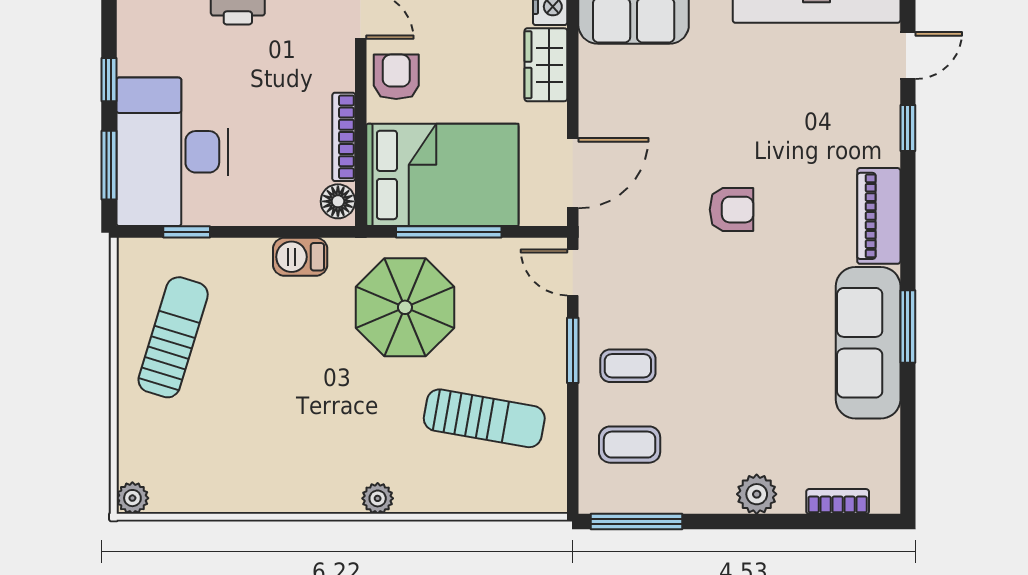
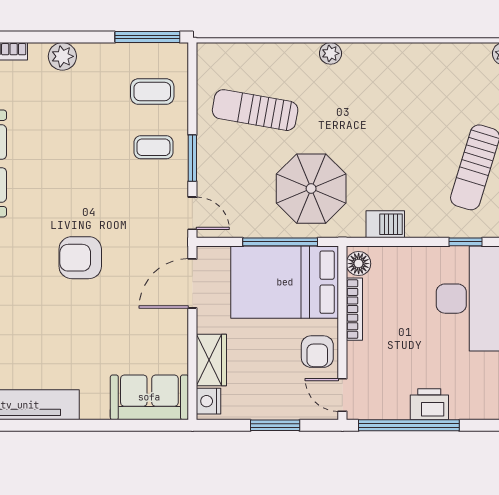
armchair: (731, 210) -> (80, 258), width x1.38, depth x1.38

